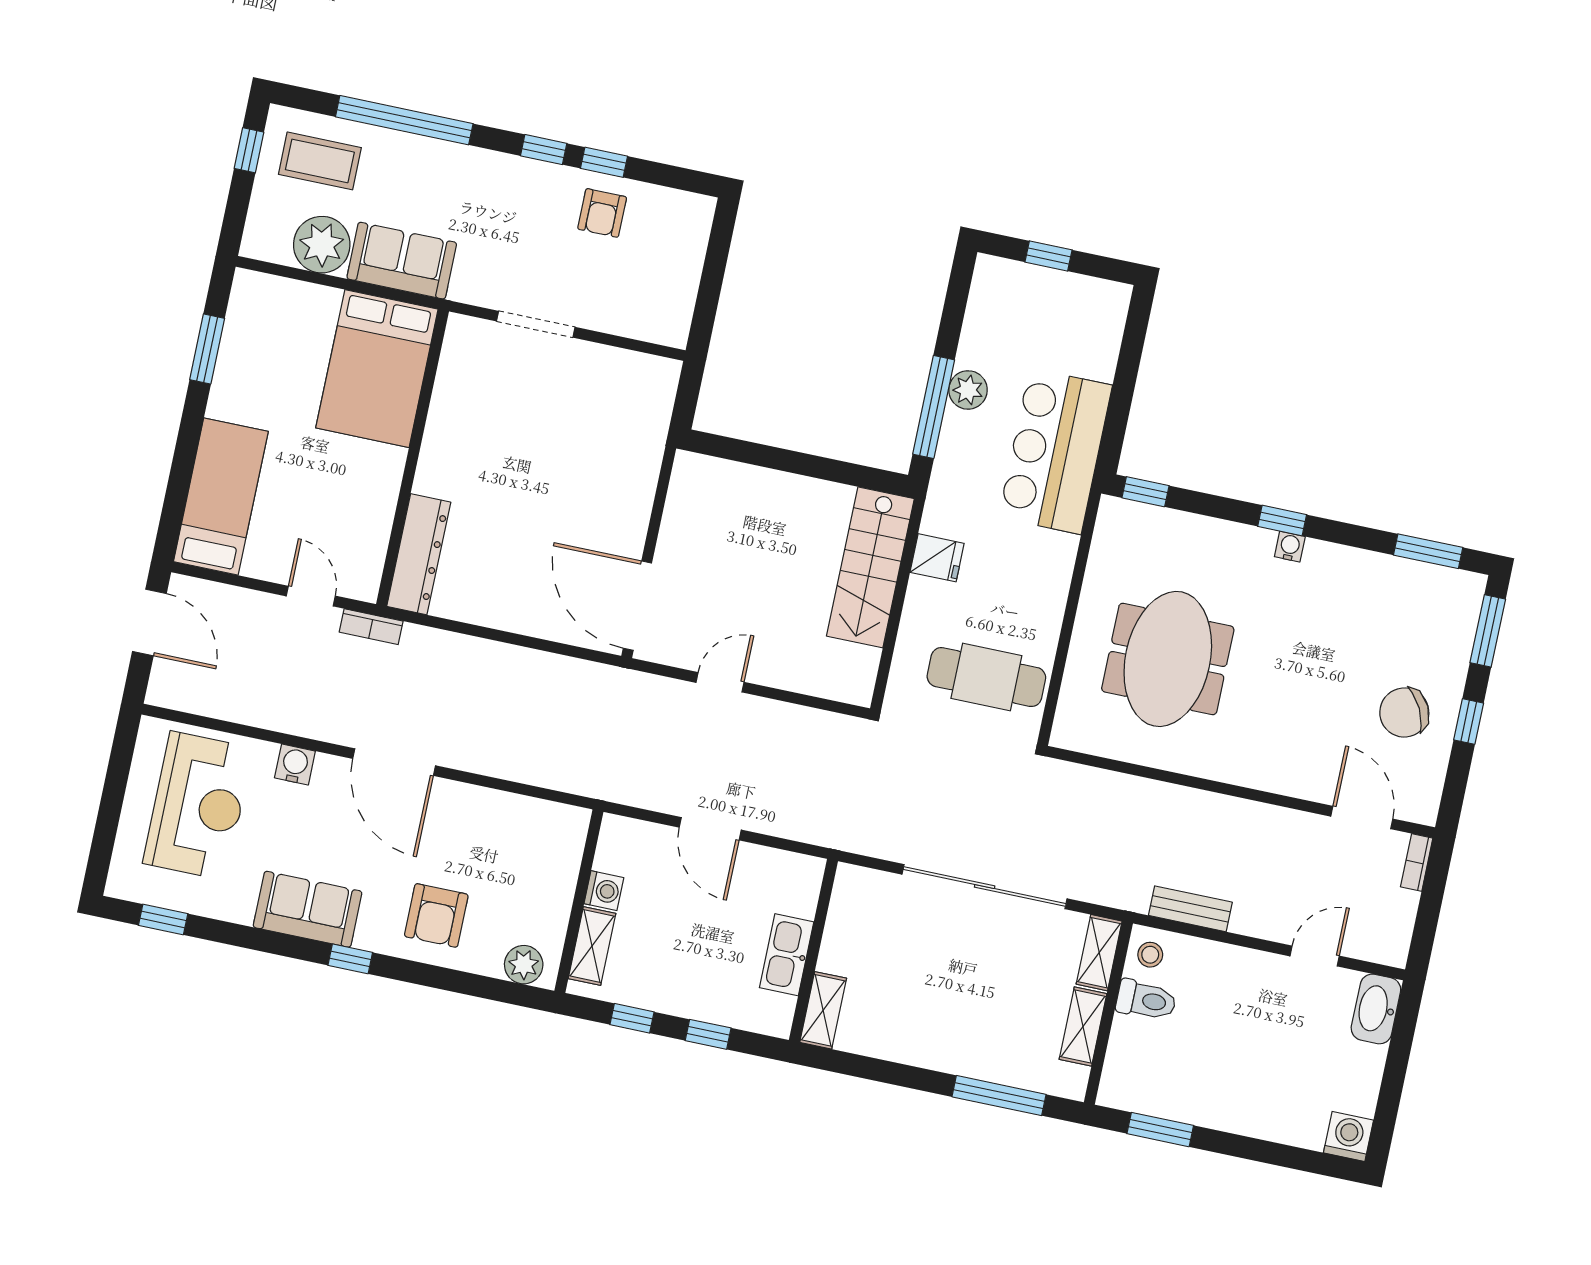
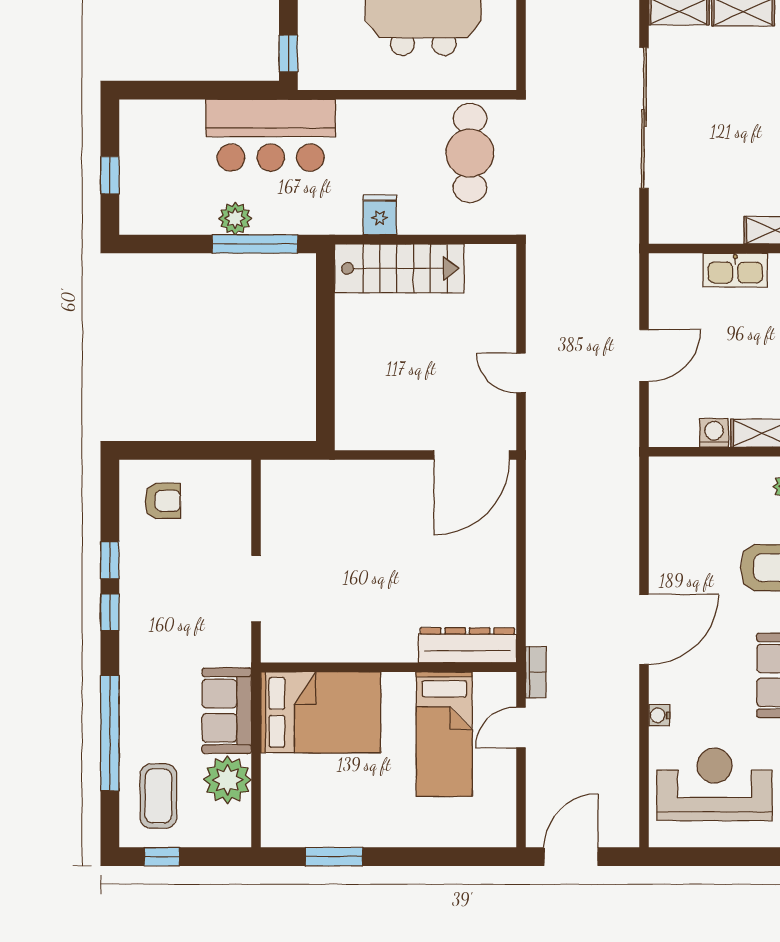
armchair: (602, 213) -> (163, 501), moved
bed: (221, 497) -> (444, 734), moved, turned -90
water cooler: (295, 764) -> (659, 715), width x0.72, depth x0.72

